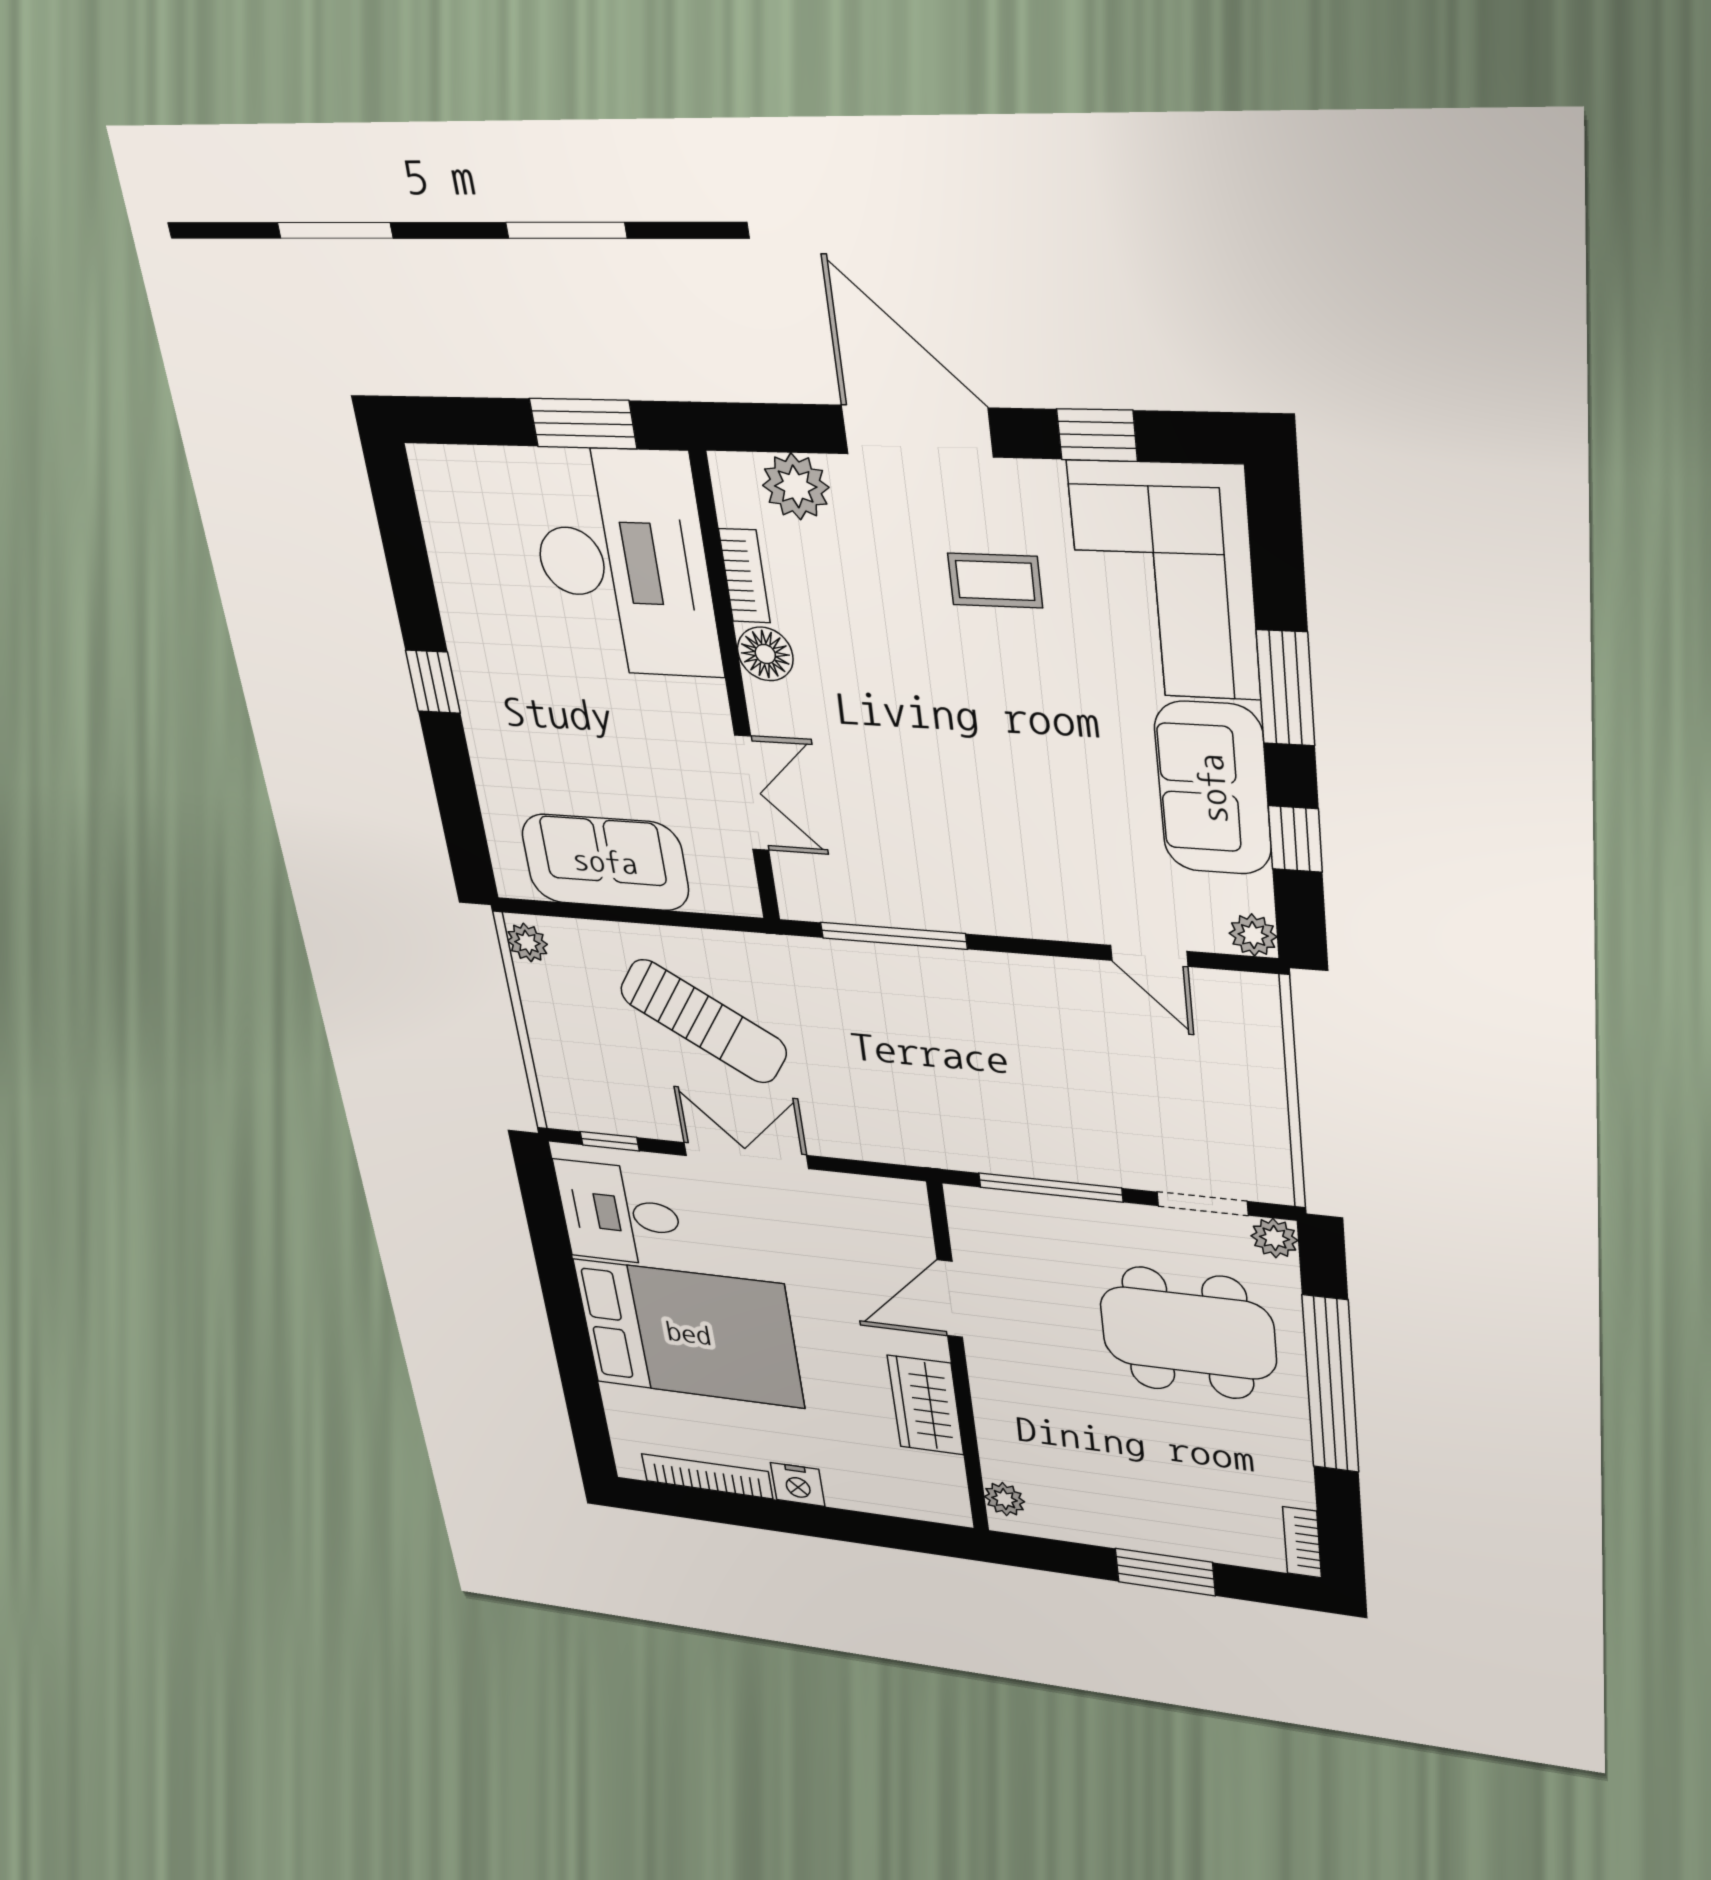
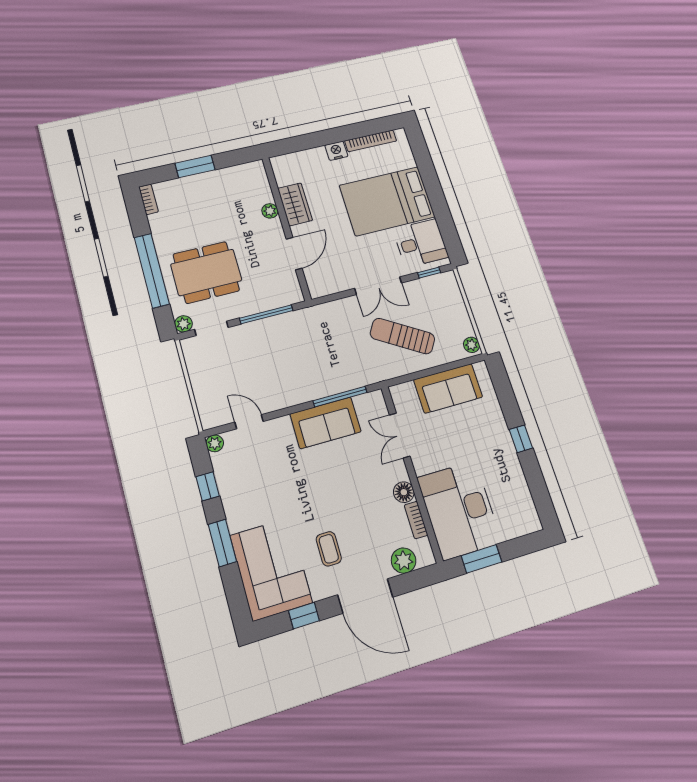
coffee table: (995, 581) -> (329, 549), turned 90
sofa: (1213, 788) -> (326, 423), moved, turned 90
plant: (1004, 1499) -> (270, 211), moved

